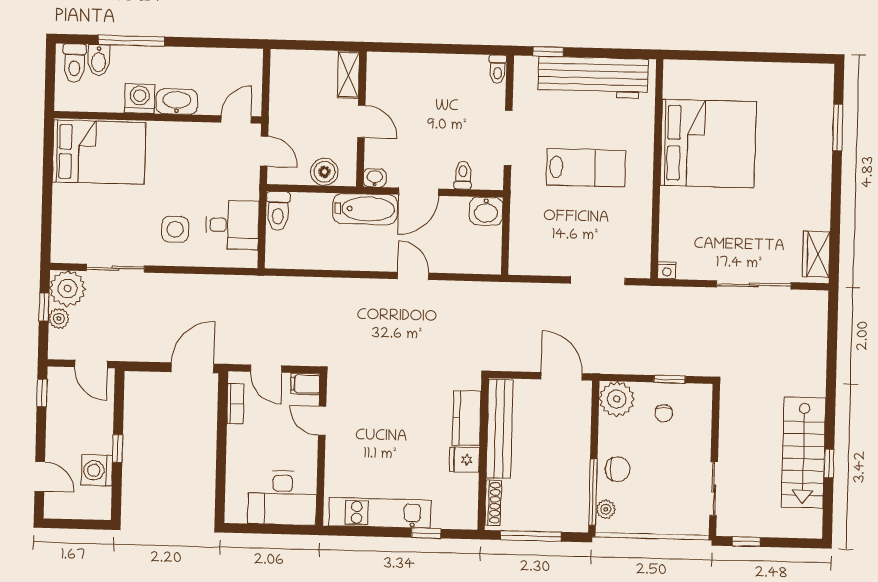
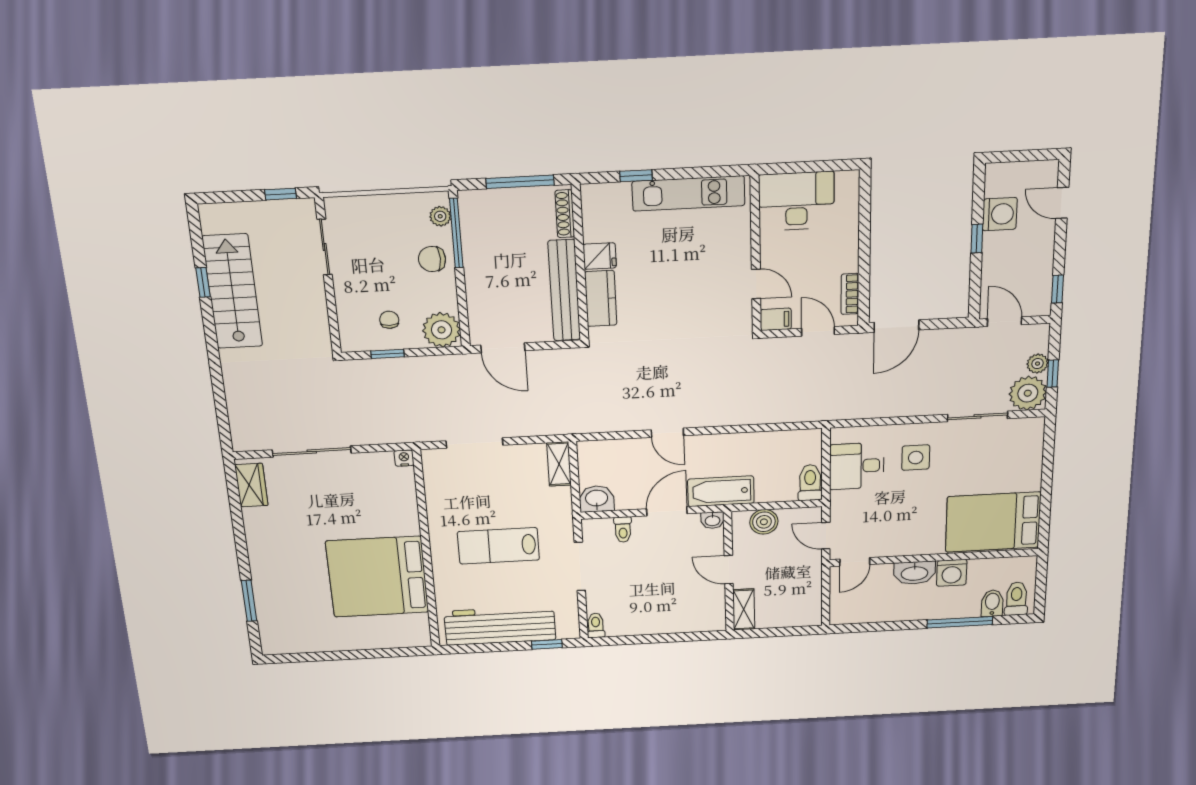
shelving: (519, 252) -> (559, 464), added

